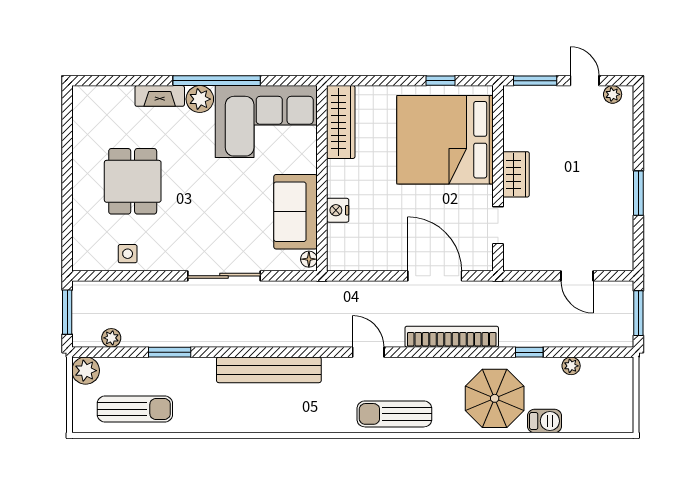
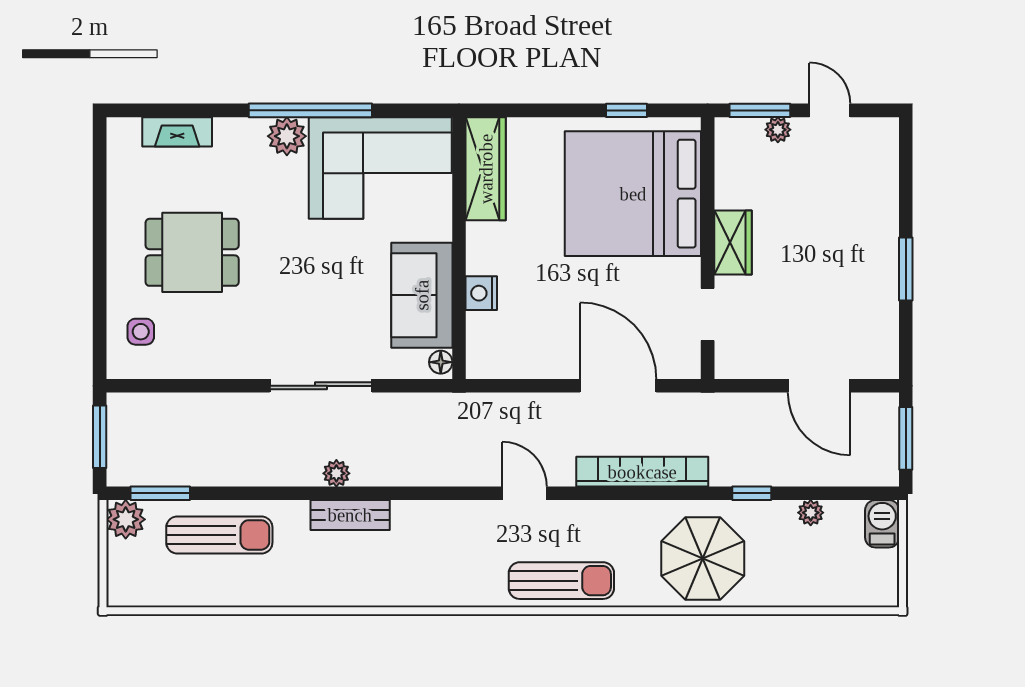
plant: (613, 94) -> (778, 130), moved
fireplace: (160, 96) -> (177, 132), moved
dining table: (133, 181) -> (192, 252), turned 90
side table: (128, 254) -> (141, 332), moved
door: (577, 276) -> (819, 386), width x1.38
plant: (111, 338) -> (336, 473), moved
window: (170, 352) -> (160, 493), moved
bench: (269, 370) -> (350, 515), width x0.54, depth x0.82
sun lounger: (135, 409) -> (219, 535), moved
sun lounger: (394, 414) -> (561, 581), turned 180
barbecue: (544, 421) -> (882, 524), moved, turned -90

